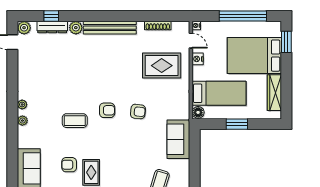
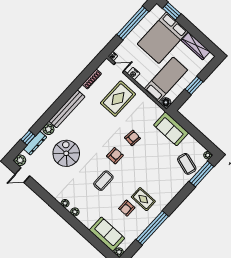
spiral stairs: (69, 64) -> (66, 153), added

